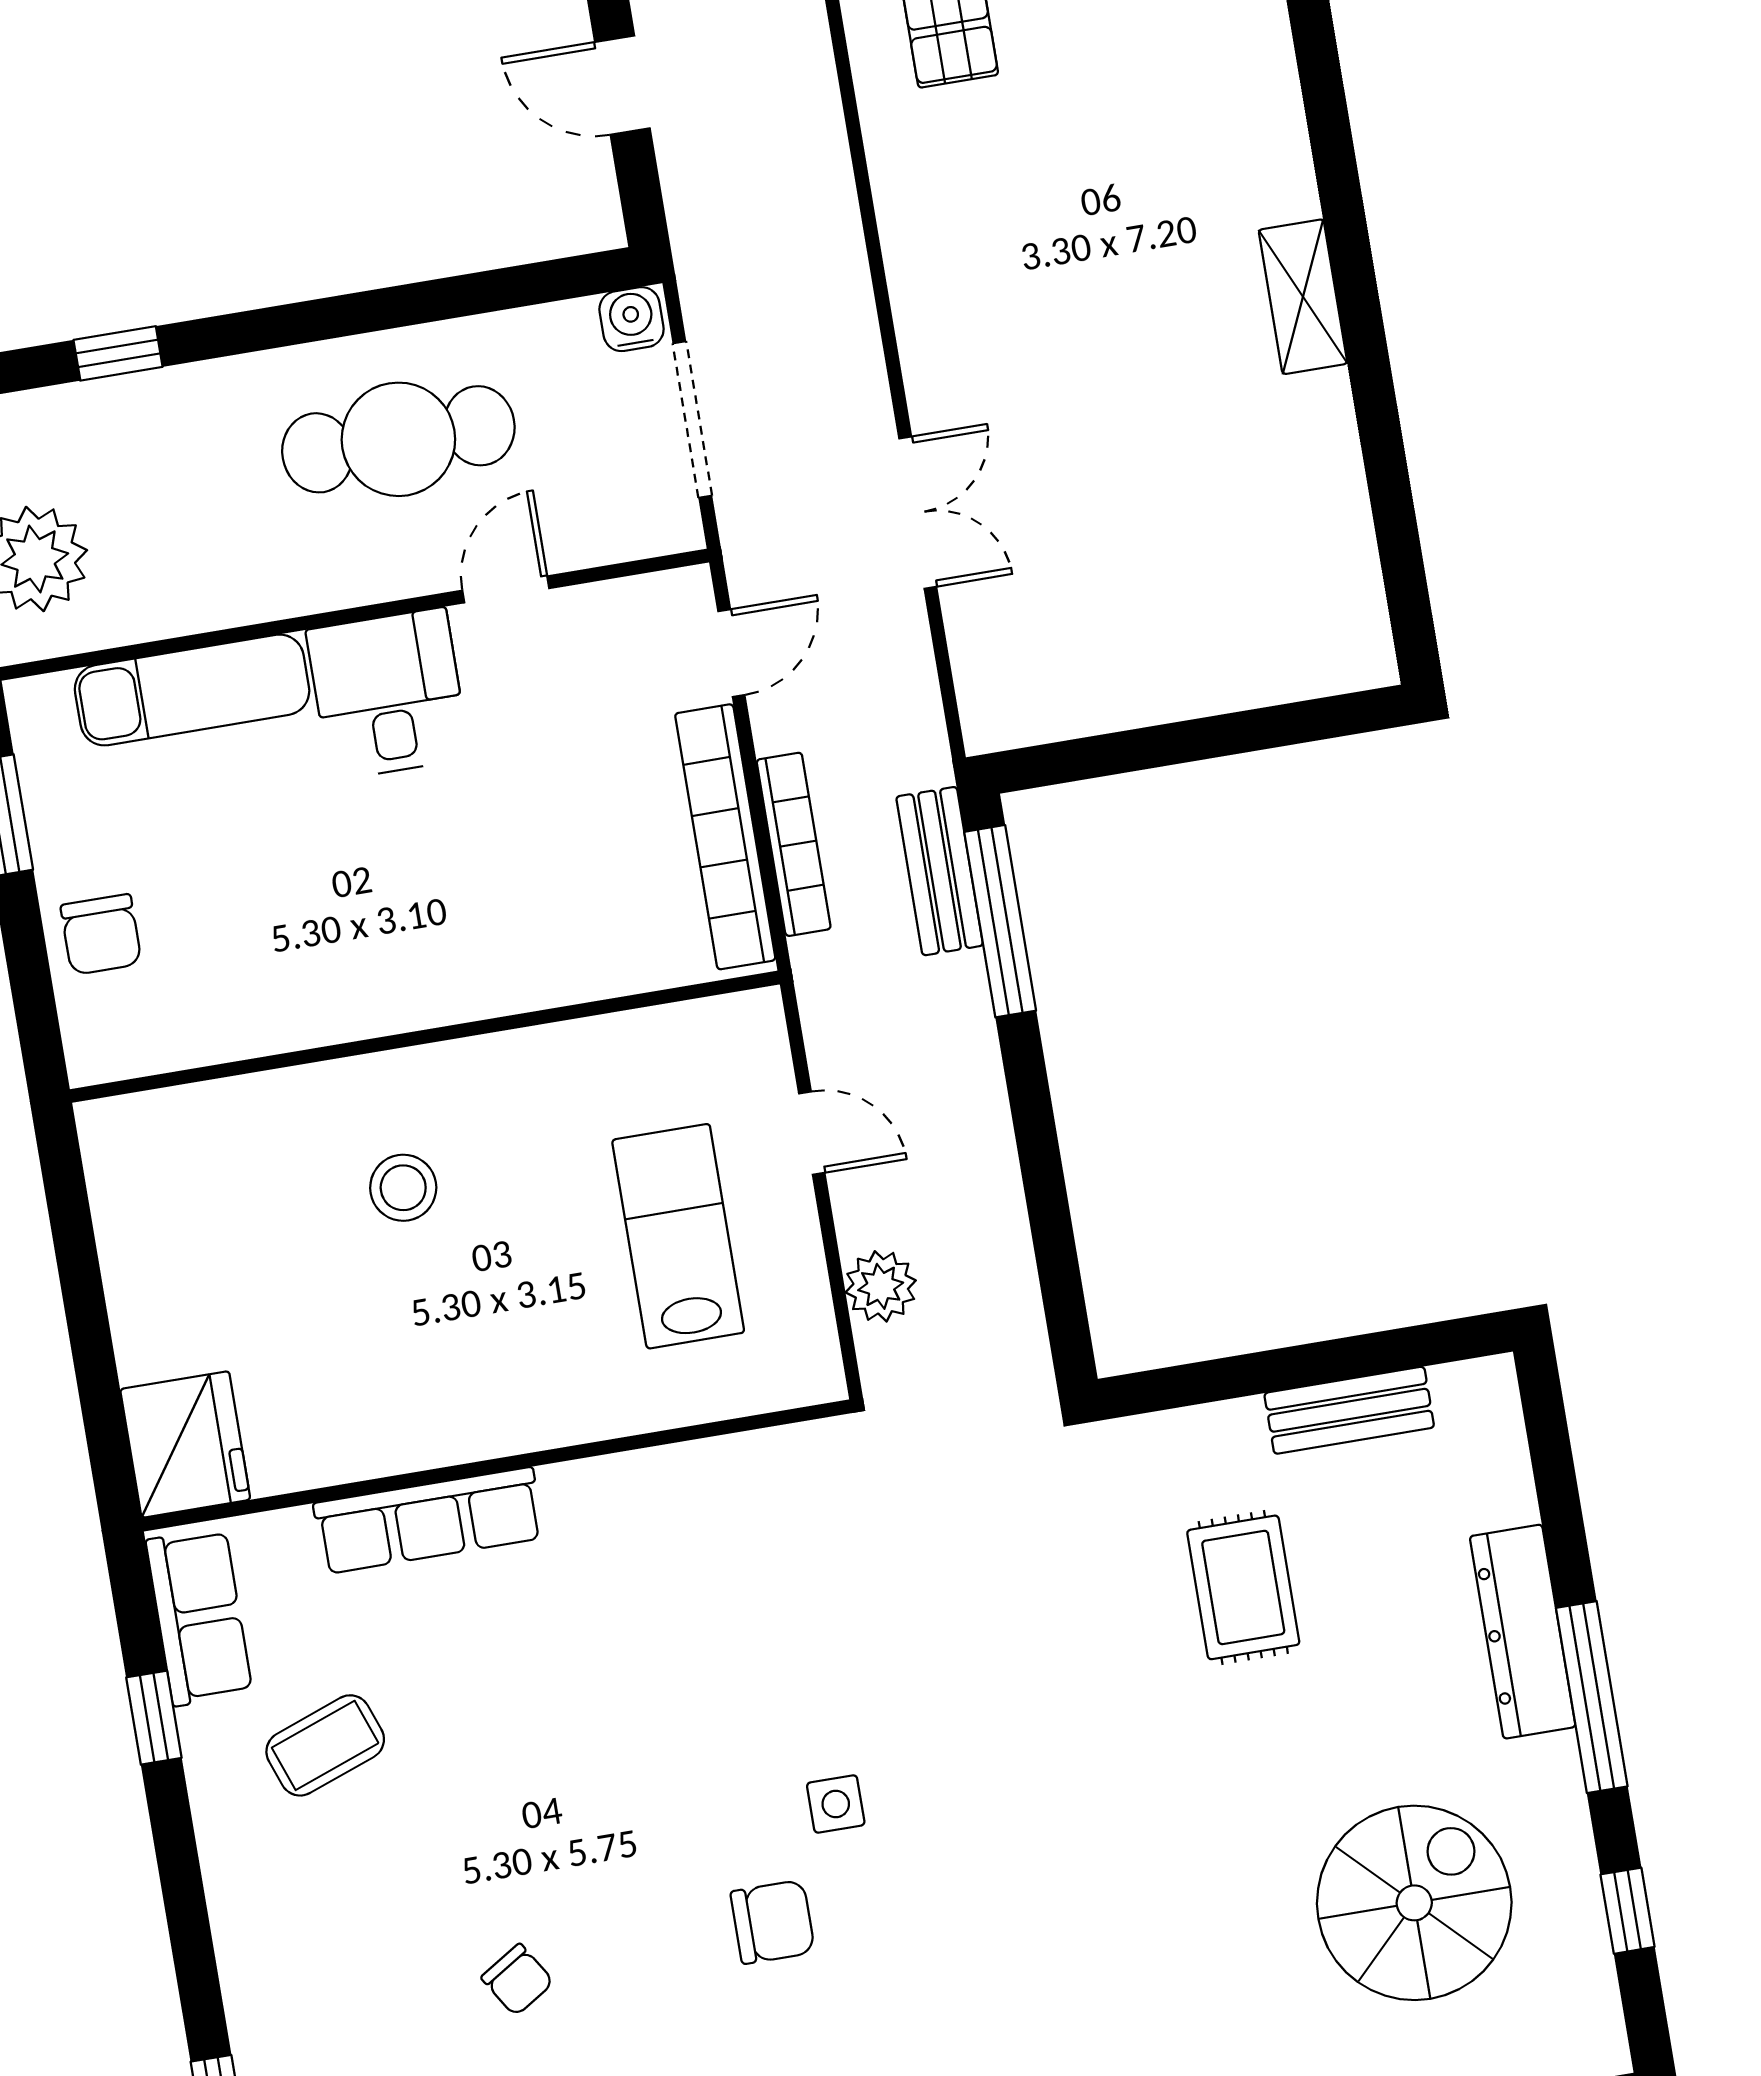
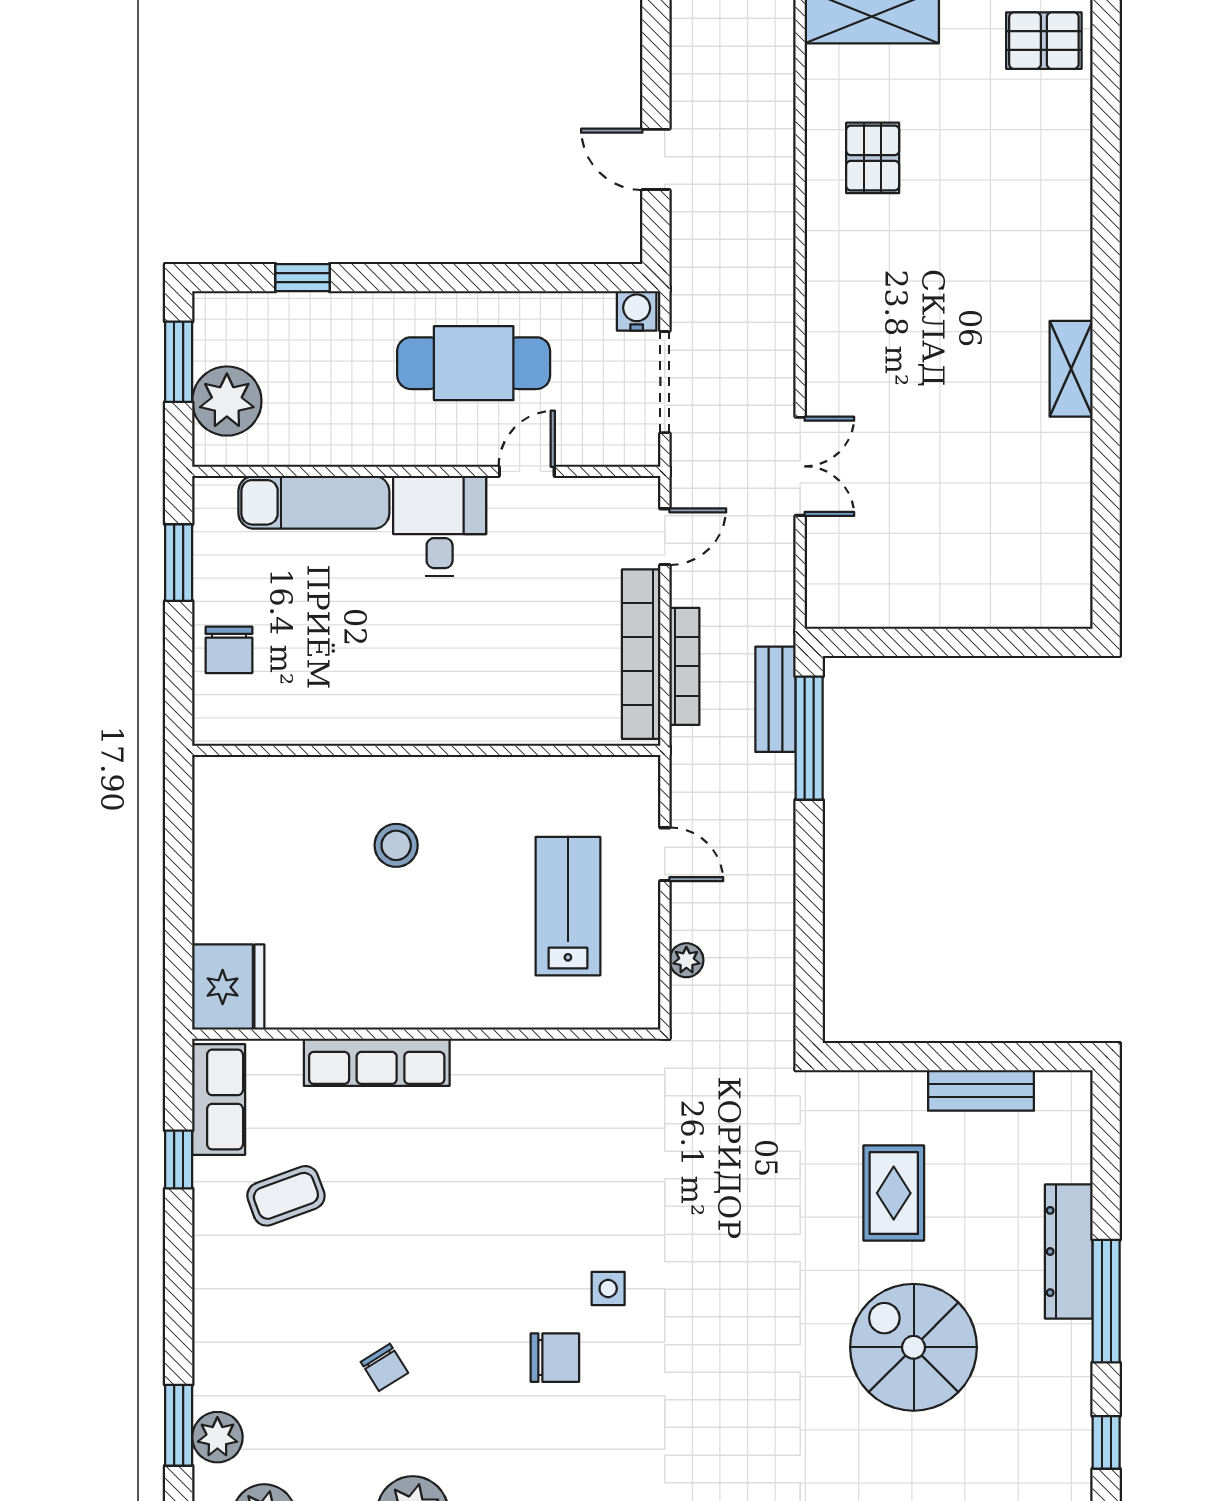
plant: (881, 1286) -> (686, 960), width x0.73, depth x0.73
spiral stairs: (1414, 1903) -> (914, 1347), moved, turned -90

